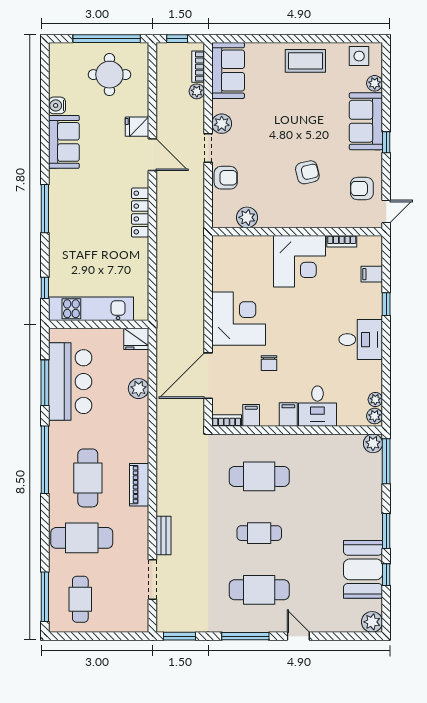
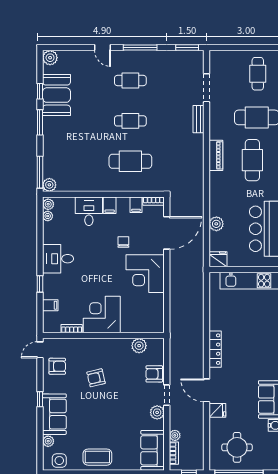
cafe table: (259, 590) -> (130, 81), width x0.73, depth x0.74

